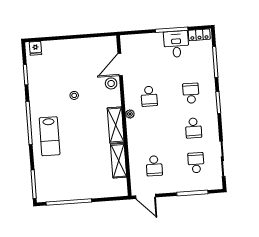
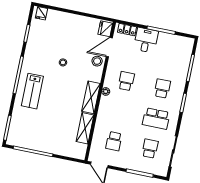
locker: (199, 35) -> (127, 30), moved
desk: (176, 44) -> (146, 40), moved
fridge: (110, 45) -> (105, 29), added
school desk: (149, 96) -> (126, 81), turned 180
school desk: (193, 128) -> (156, 118), width x1.85

